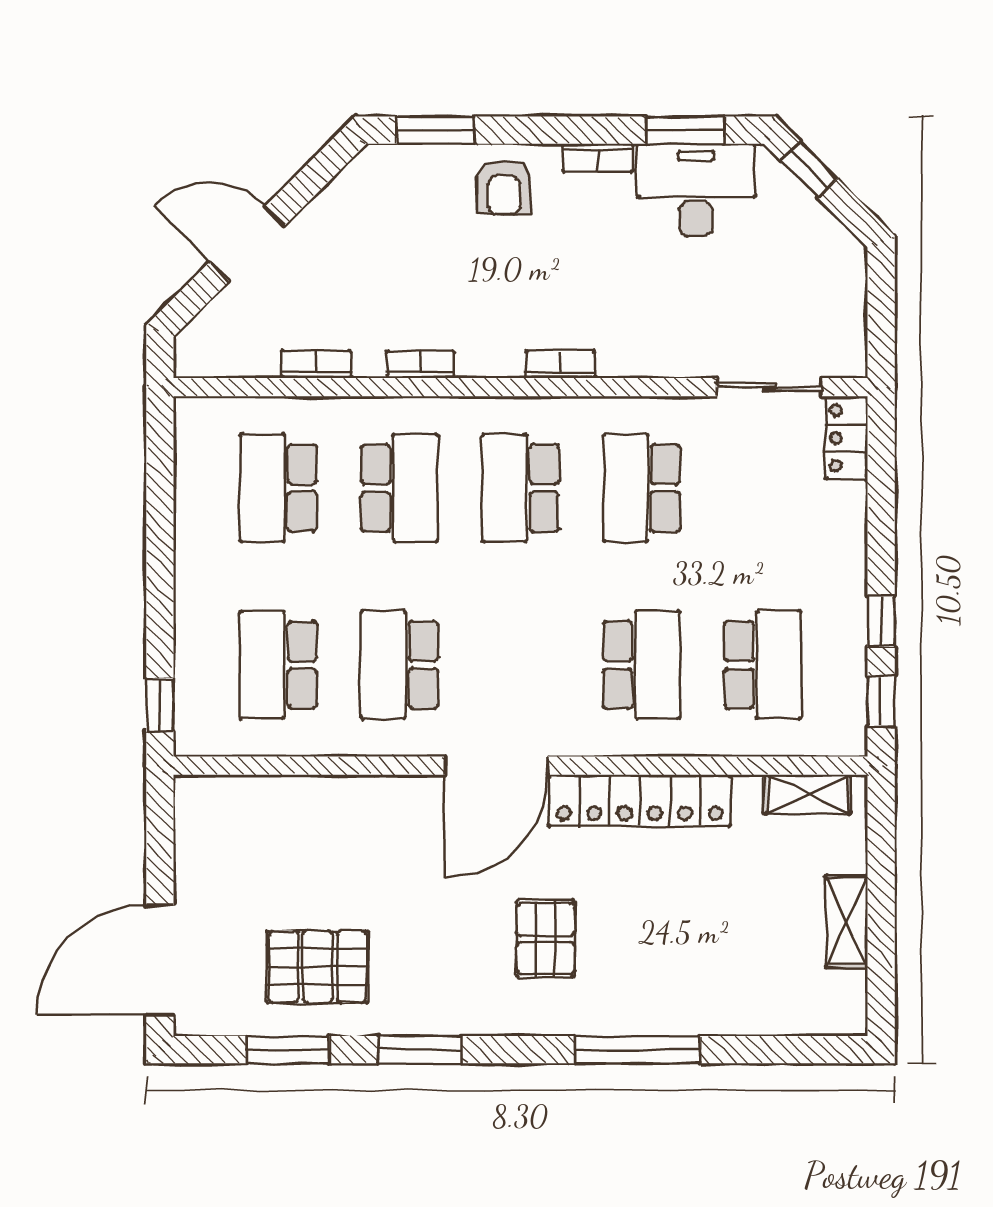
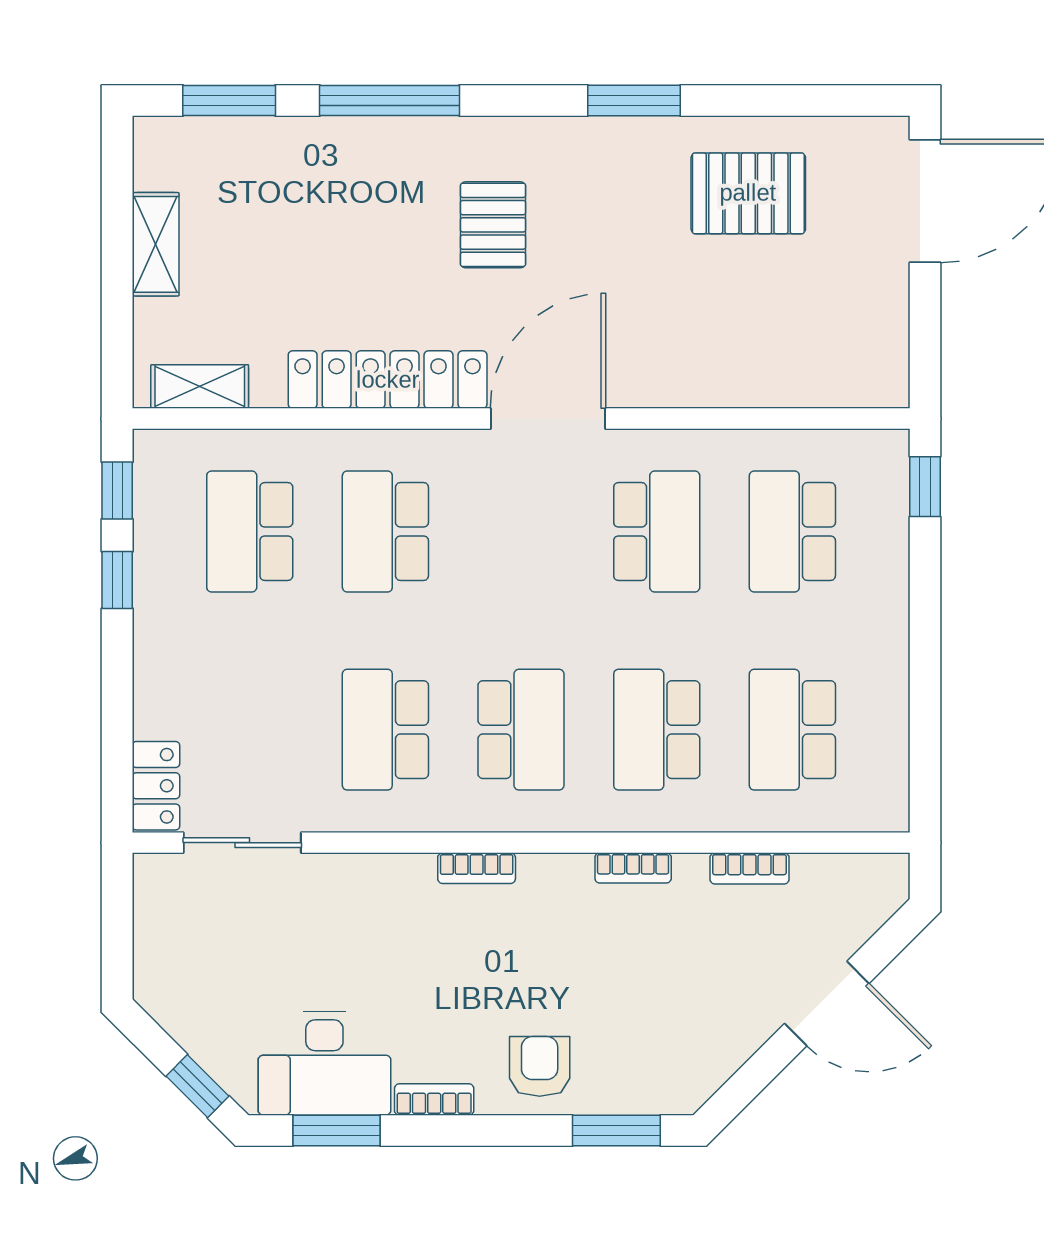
school desk: (278, 488) -> (792, 730), turned 180
school desk: (642, 488) -> (385, 730), turned 180
school desk: (278, 665) -> (792, 531), turned 180
window: (288, 1050) -> (229, 100), moved

